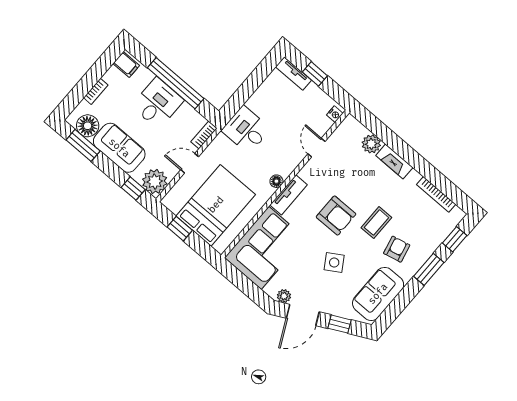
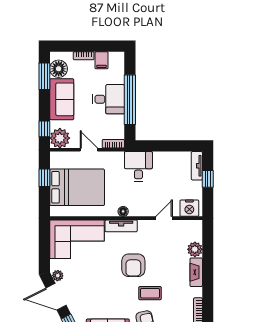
filing cabinet: (126, 65) -> (101, 60), moved
nightstand: (335, 114) -> (189, 208), width x1.89, depth x1.79
side table: (334, 262) -> (104, 288), removed

